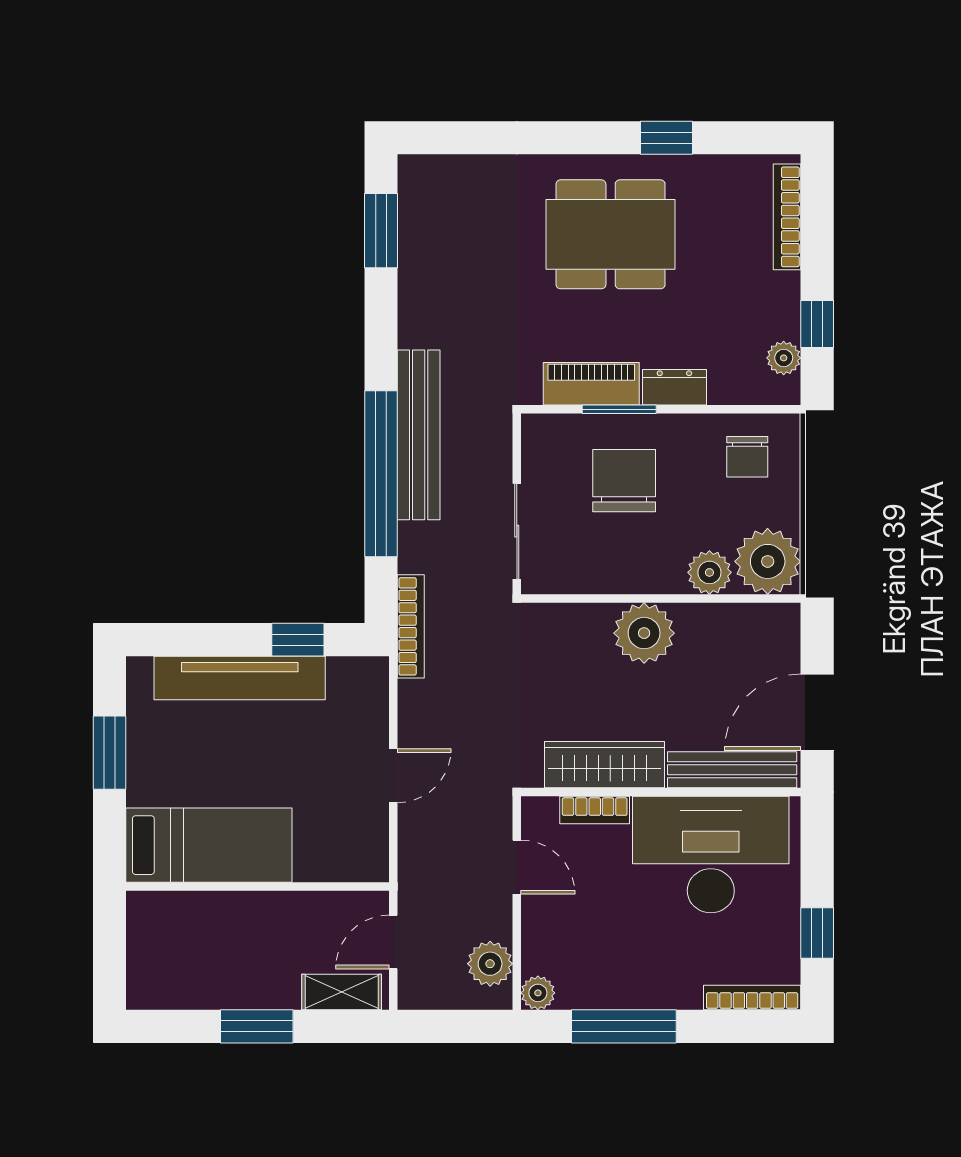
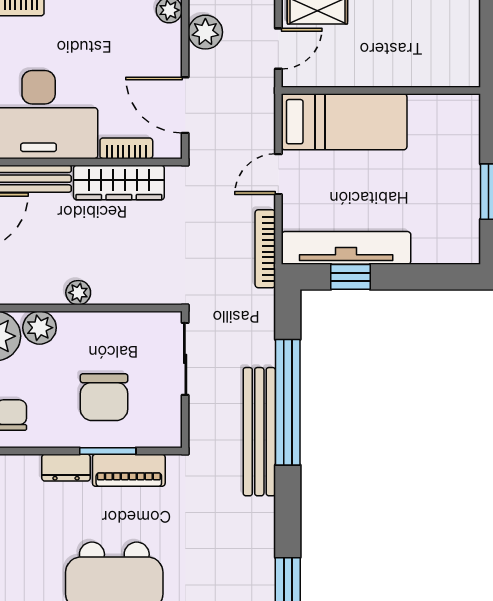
bookcase: (411, 626) -> (265, 249), moved
plant: (644, 633) -> (78, 293), width x0.53, depth x0.53
tv unit: (240, 678) -> (346, 248), moved
bed: (209, 845) -> (344, 122), moved, turned 180
door: (517, 867) -> (185, 105), width x1.38

